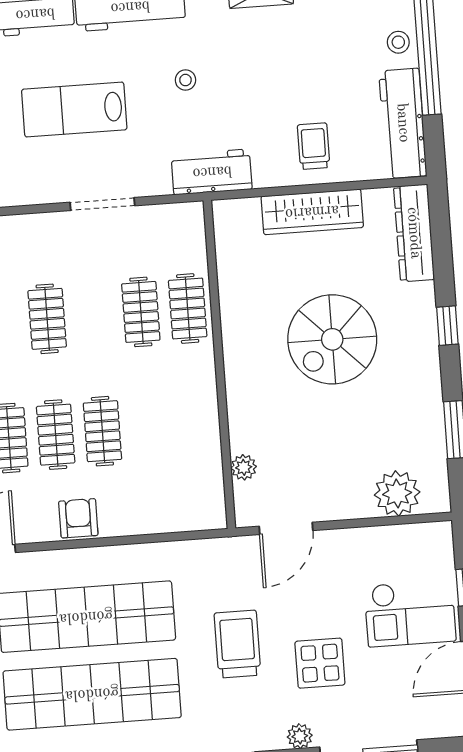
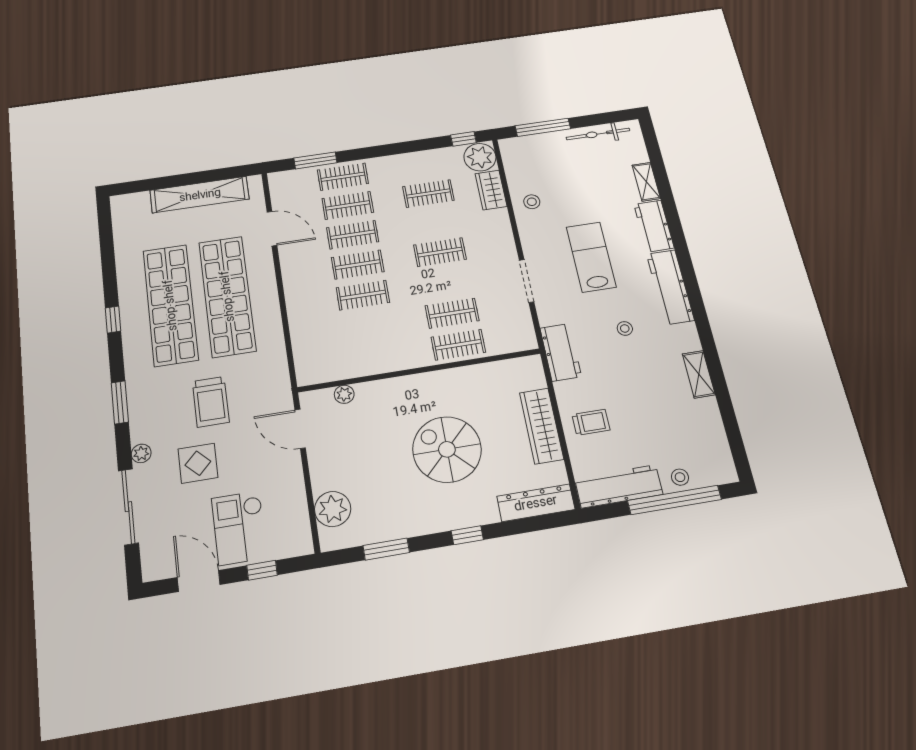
armchair: (78, 518) -> (298, 285), removed
trolley: (237, 644) -> (211, 402), turned 90

